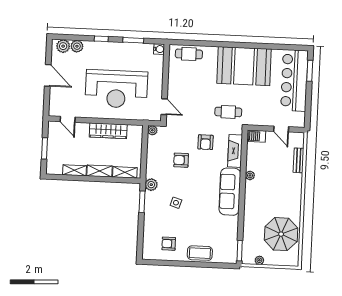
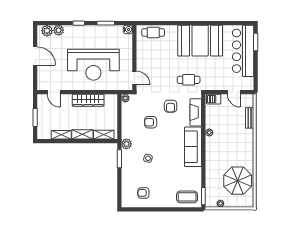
coffee table: (200, 253) -> (187, 197), moved

